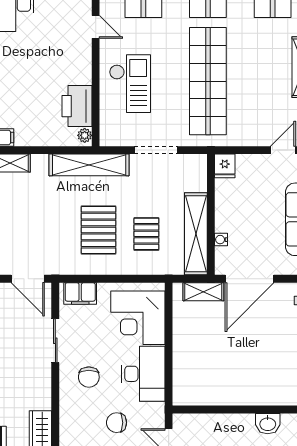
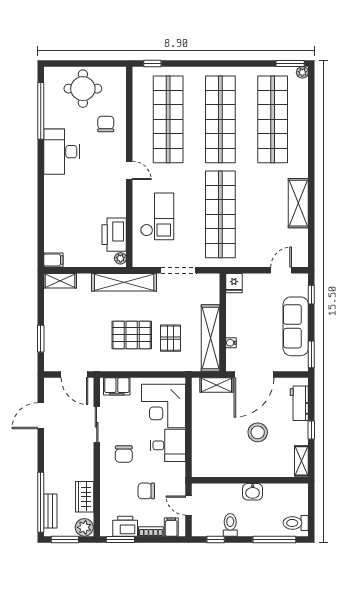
pallet: (99, 230) -> (132, 335), turned 90
stool: (254, 350) -> (258, 432), added
desk: (143, 374) -> (168, 445), width x0.73
washbasin: (268, 424) -> (253, 492), moved

